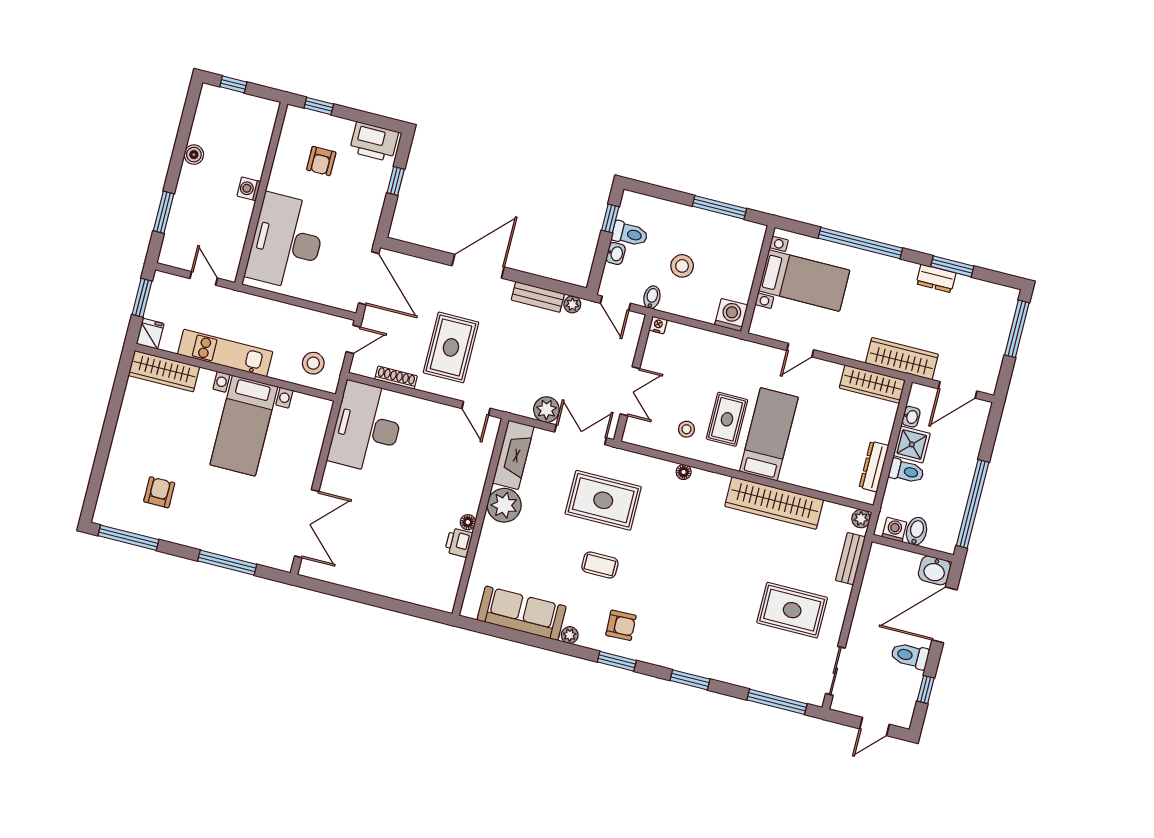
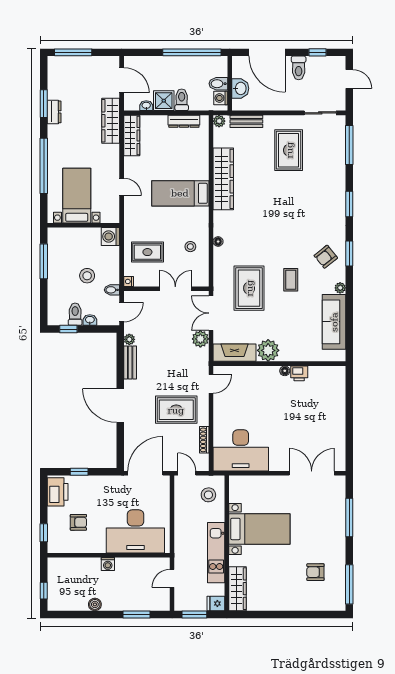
rug: (727, 419) -> (147, 252), moved
washbasin: (935, 570) -> (240, 88), moved
armchair: (621, 625) -> (326, 257), turned -127

